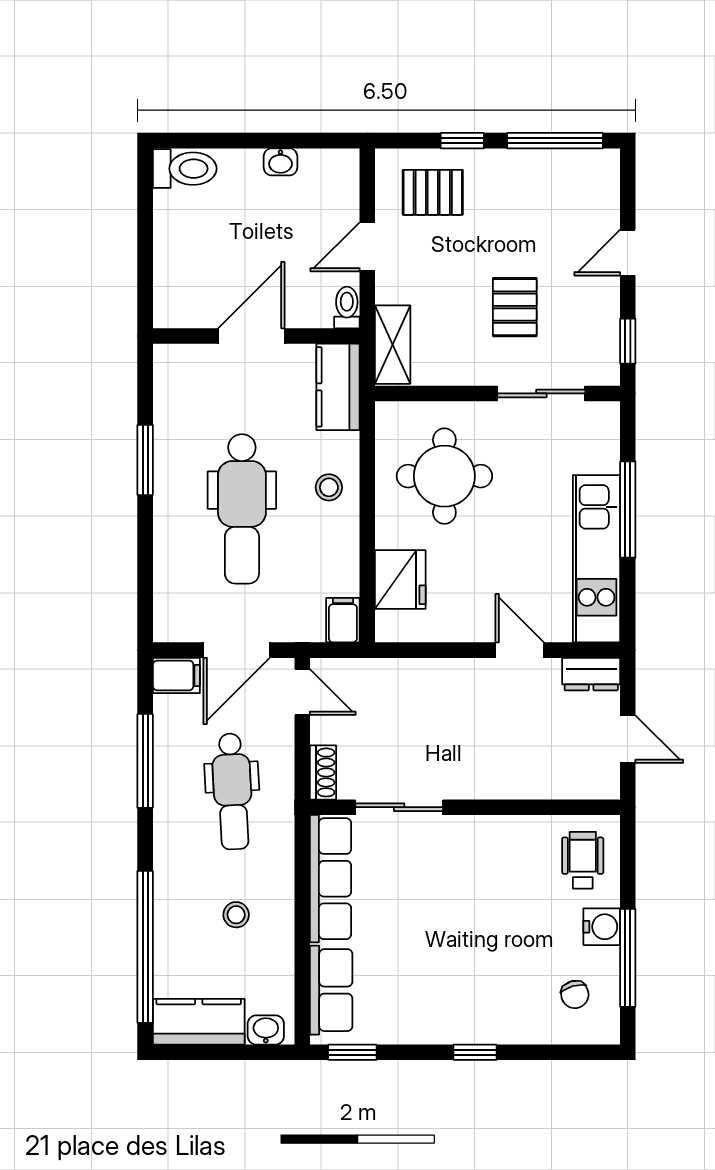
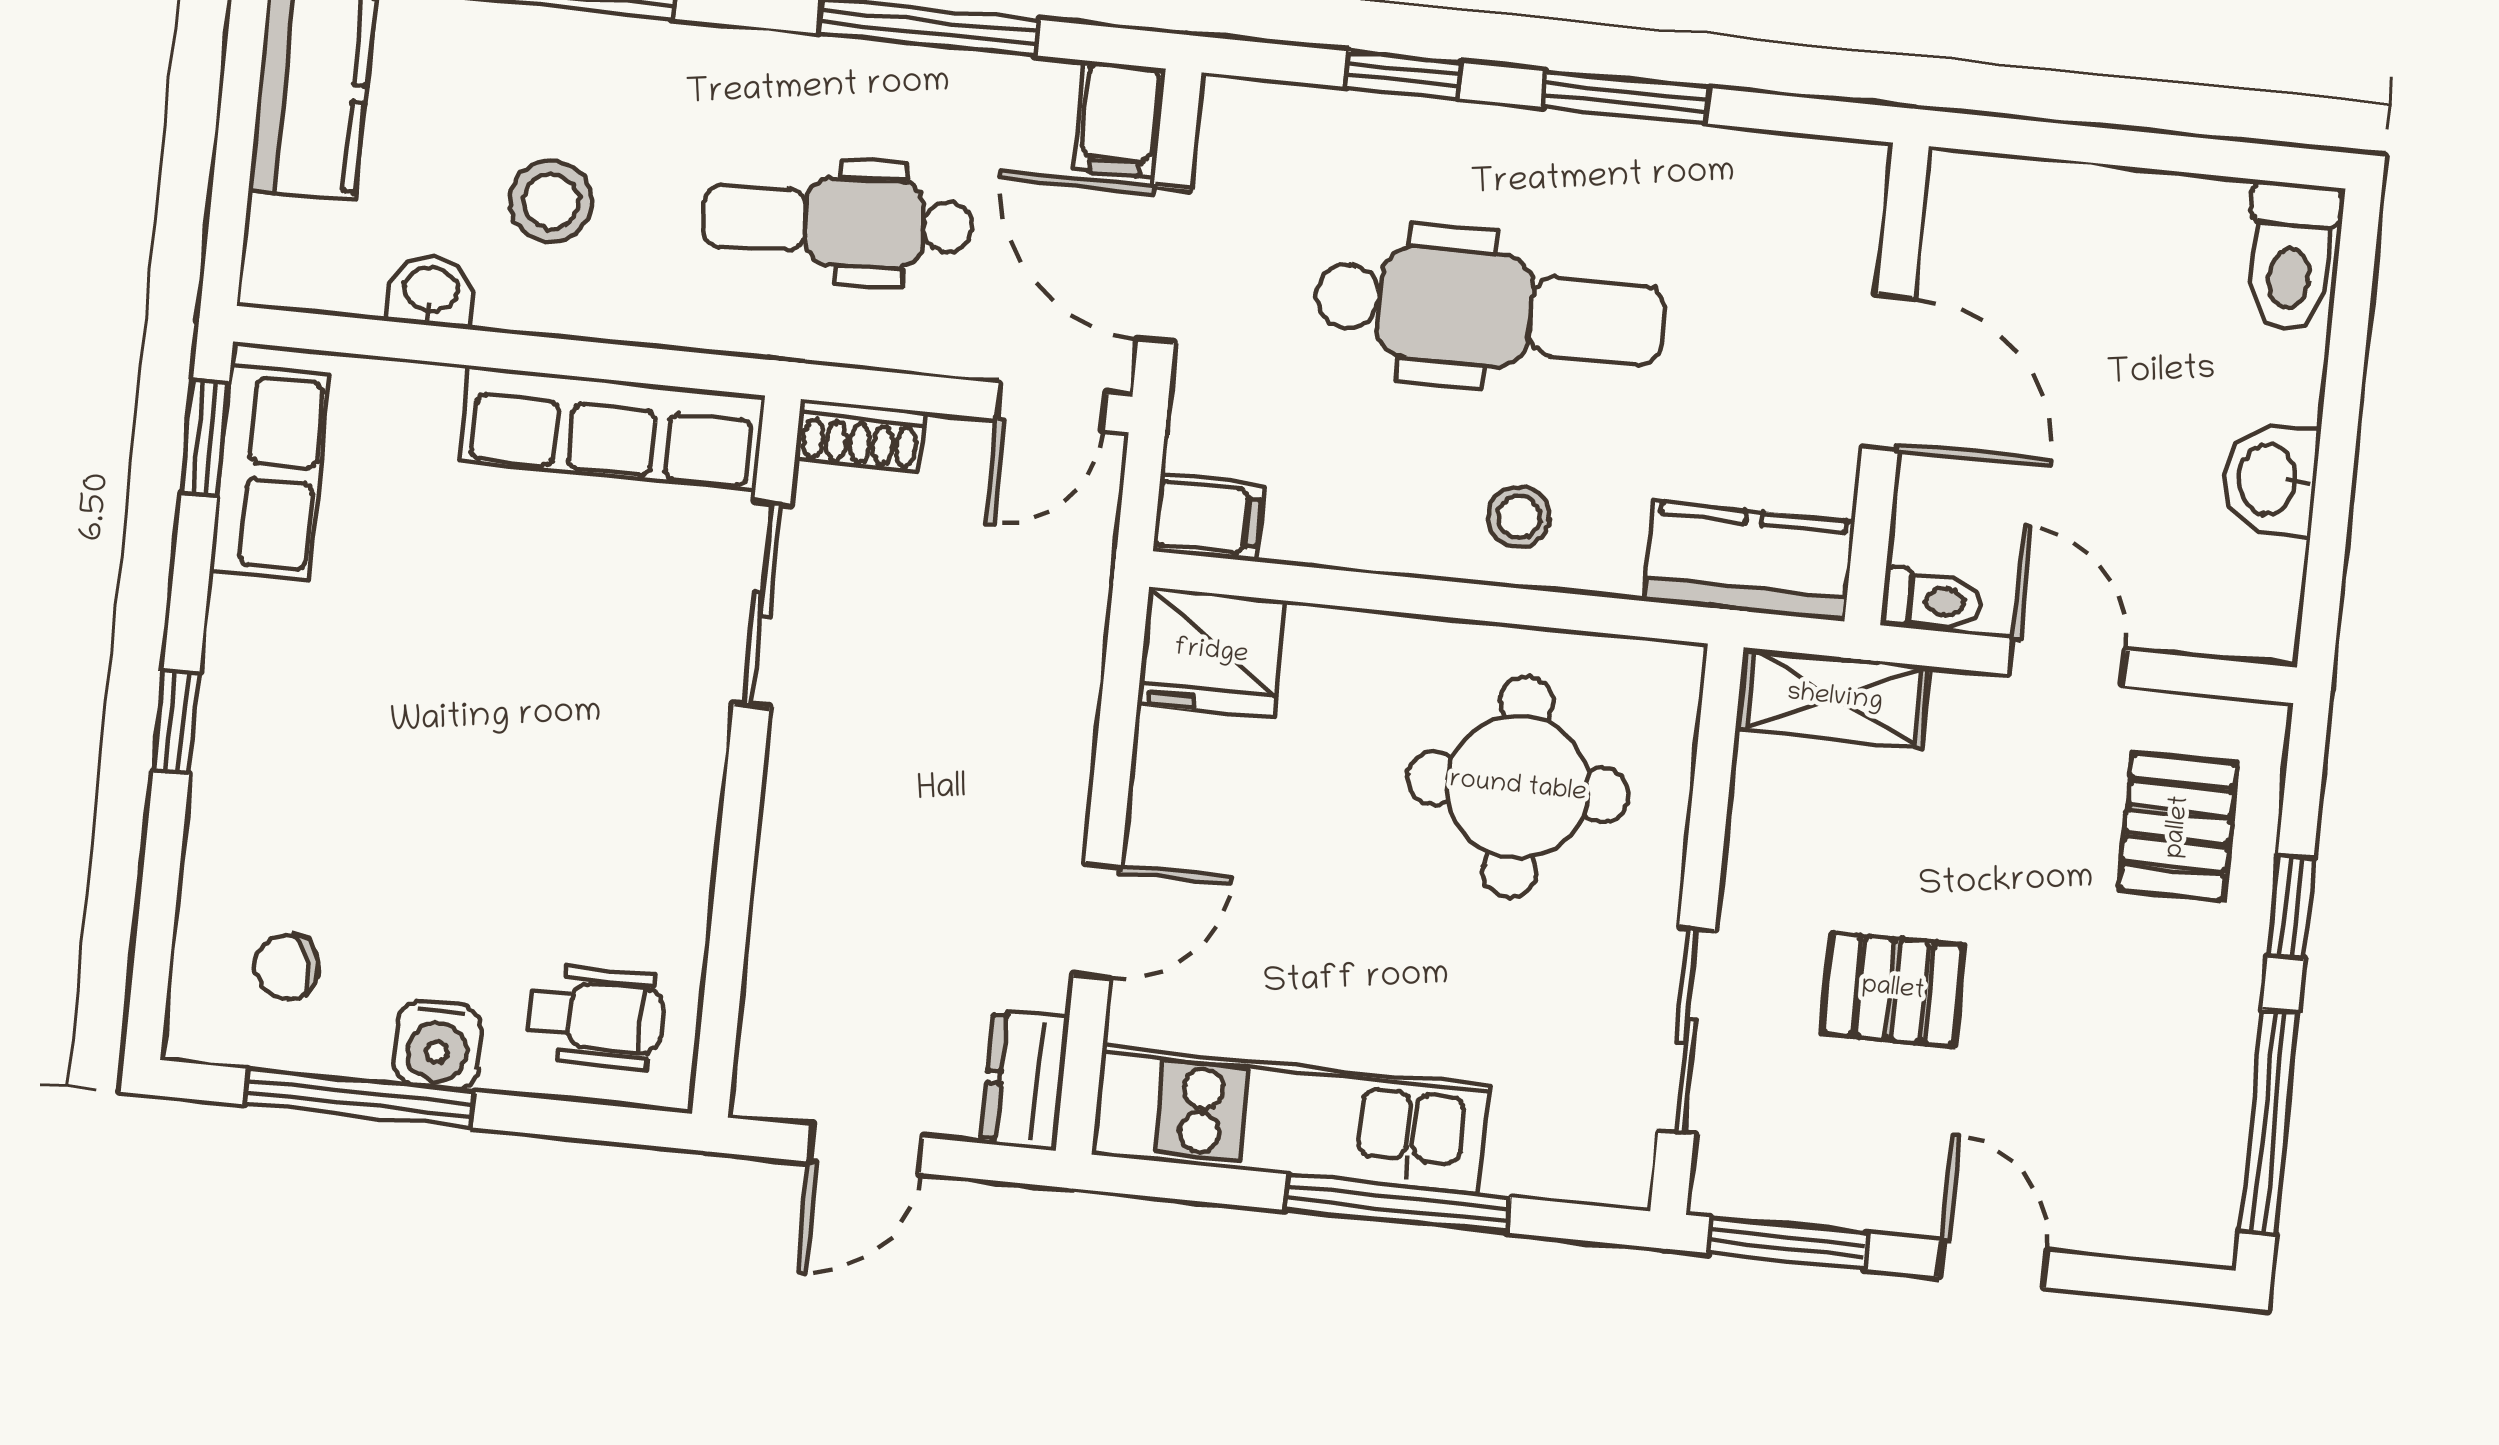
washbasin: (280, 162) -> (2270, 480), width x1.38, depth x1.45
window: (628, 341) -> (1787, 1243), width x1.50
dental chair: (242, 509) -> (1490, 310), turned 180
window: (145, 556) -> (1403, 75), added
fridge: (400, 580) -> (1211, 652), moved
stool: (236, 915) -> (551, 201), width x1.37, depth x1.37
row of seats: (331, 990) -> (269, 472), moved, turned -90
washbasin: (266, 1030) -> (430, 291), moved, turned -90

